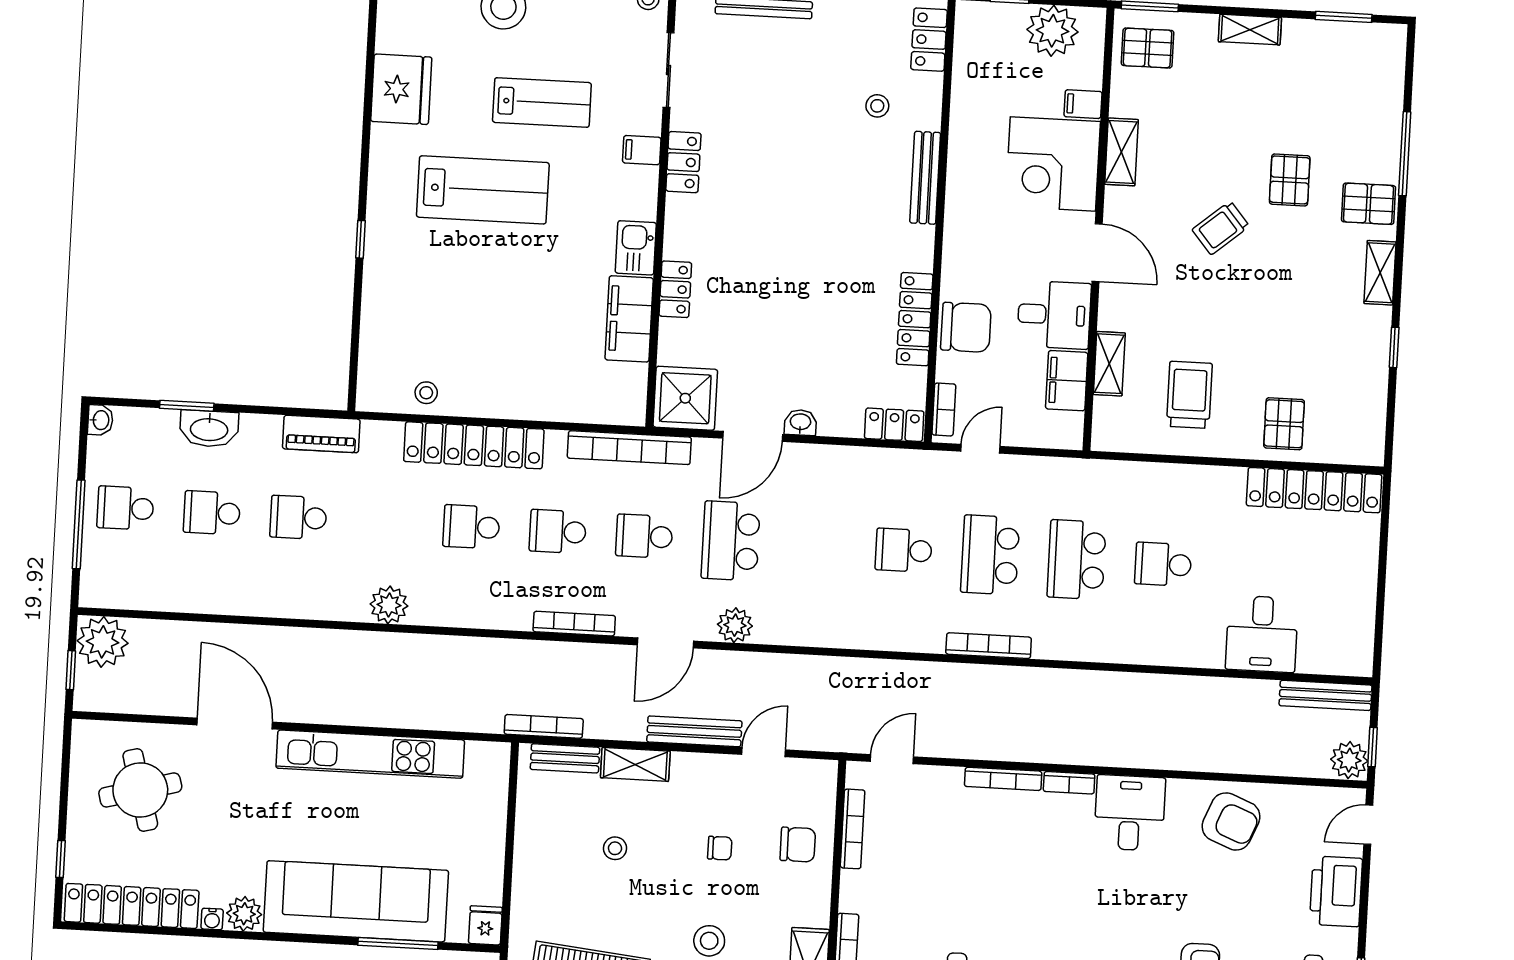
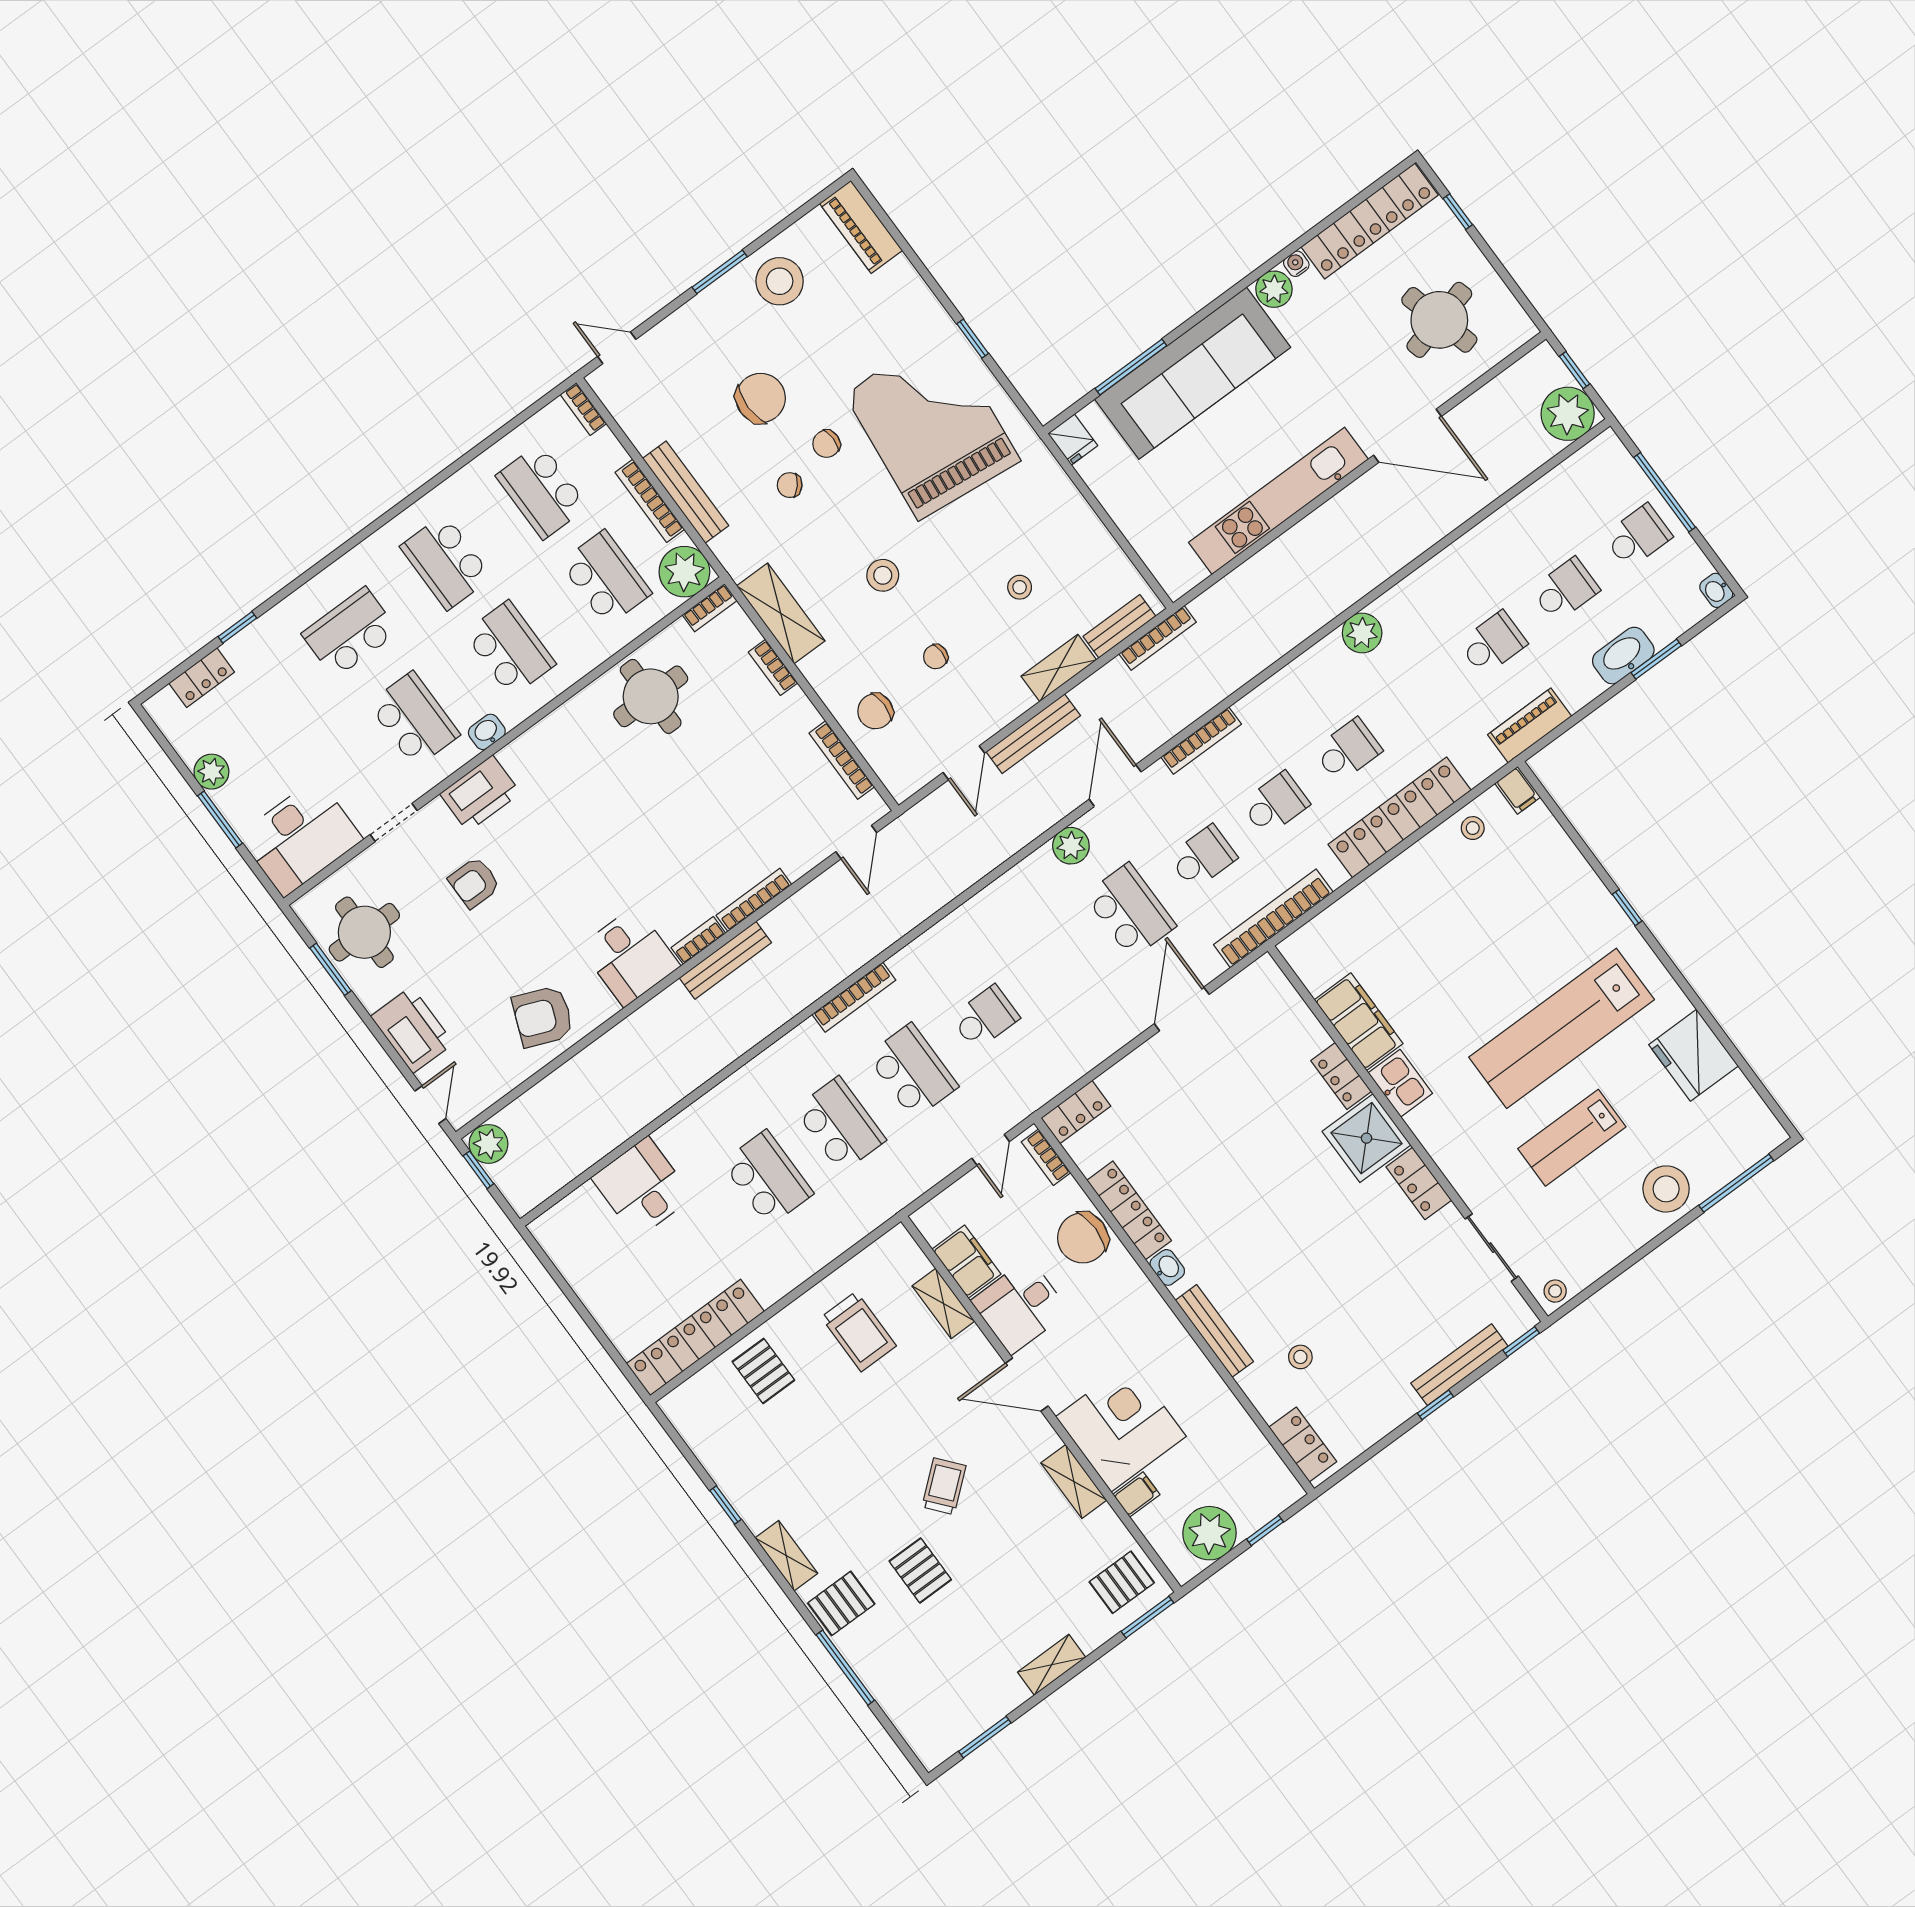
filing cabinet: (642, 150) -> (1518, 790), moved, turned 90
lab bench: (483, 190) -> (1562, 1028), width x1.36
shower: (685, 398) -> (1366, 1138), moved
washbasin: (800, 422) -> (1167, 1267), moved, turned -90
school desk: (1163, 564) -> (768, 1178), width x1.85
bench: (1326, 695) -> (725, 960), moved

